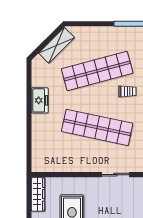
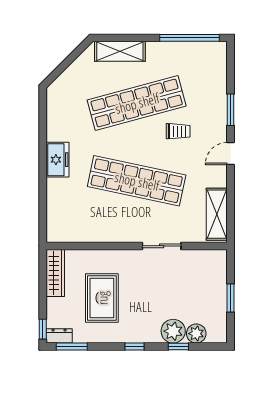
shelving: (57, 45) -> (120, 51), moved, turned 45
freezer: (40, 100) -> (57, 160), moved

